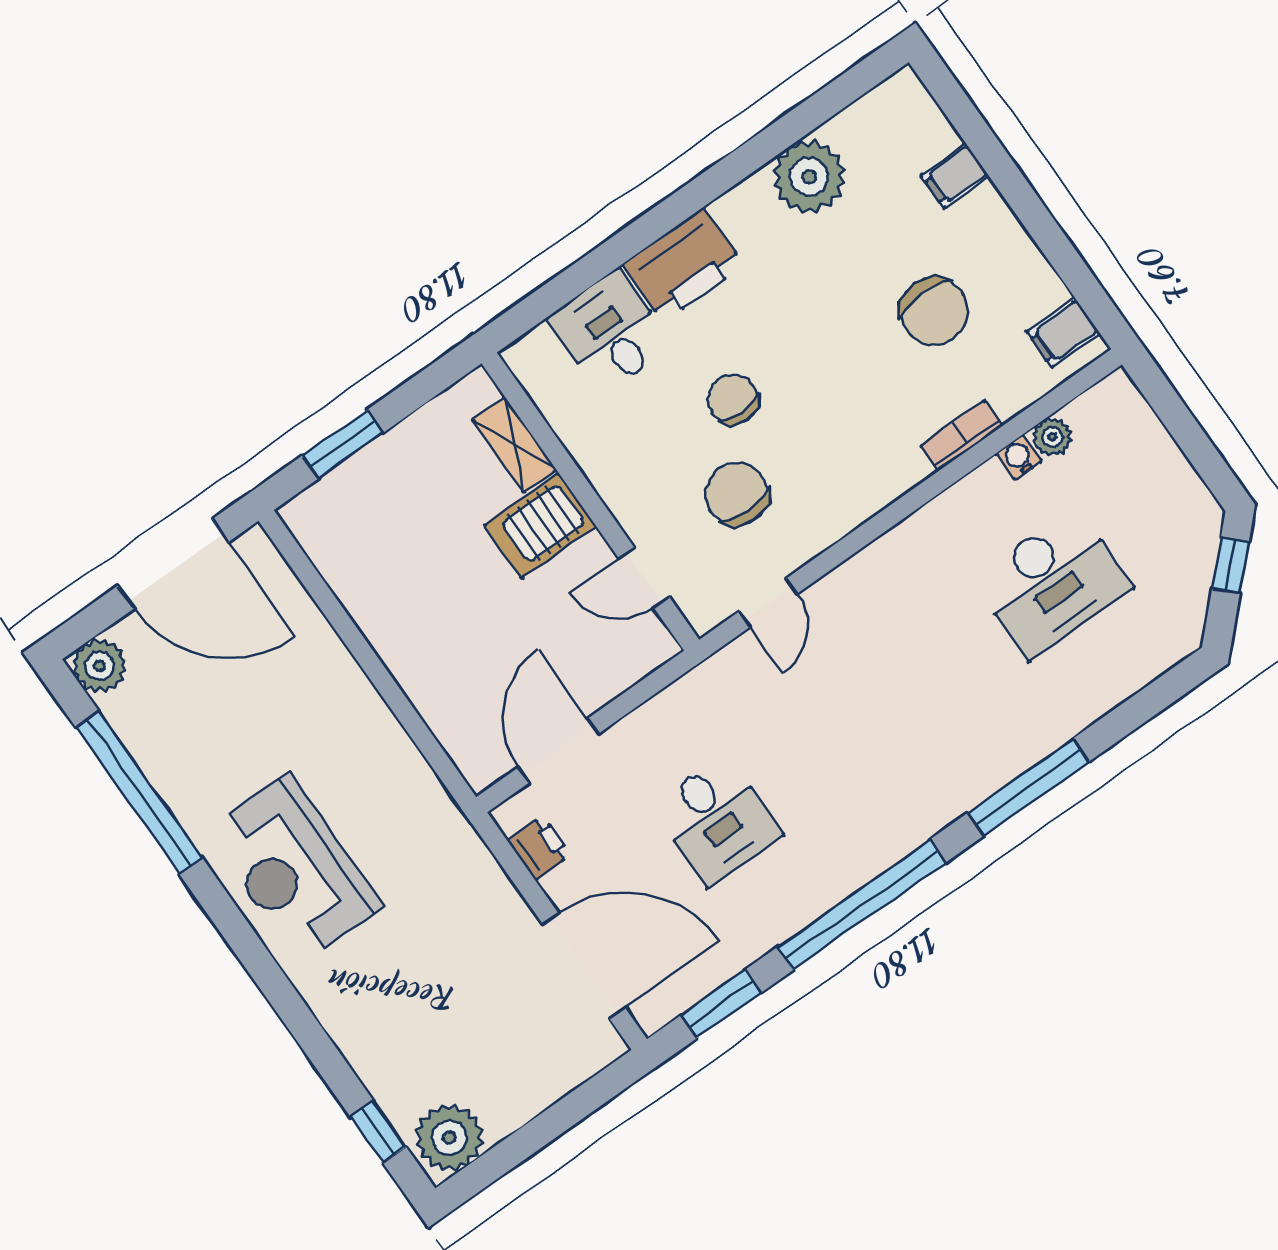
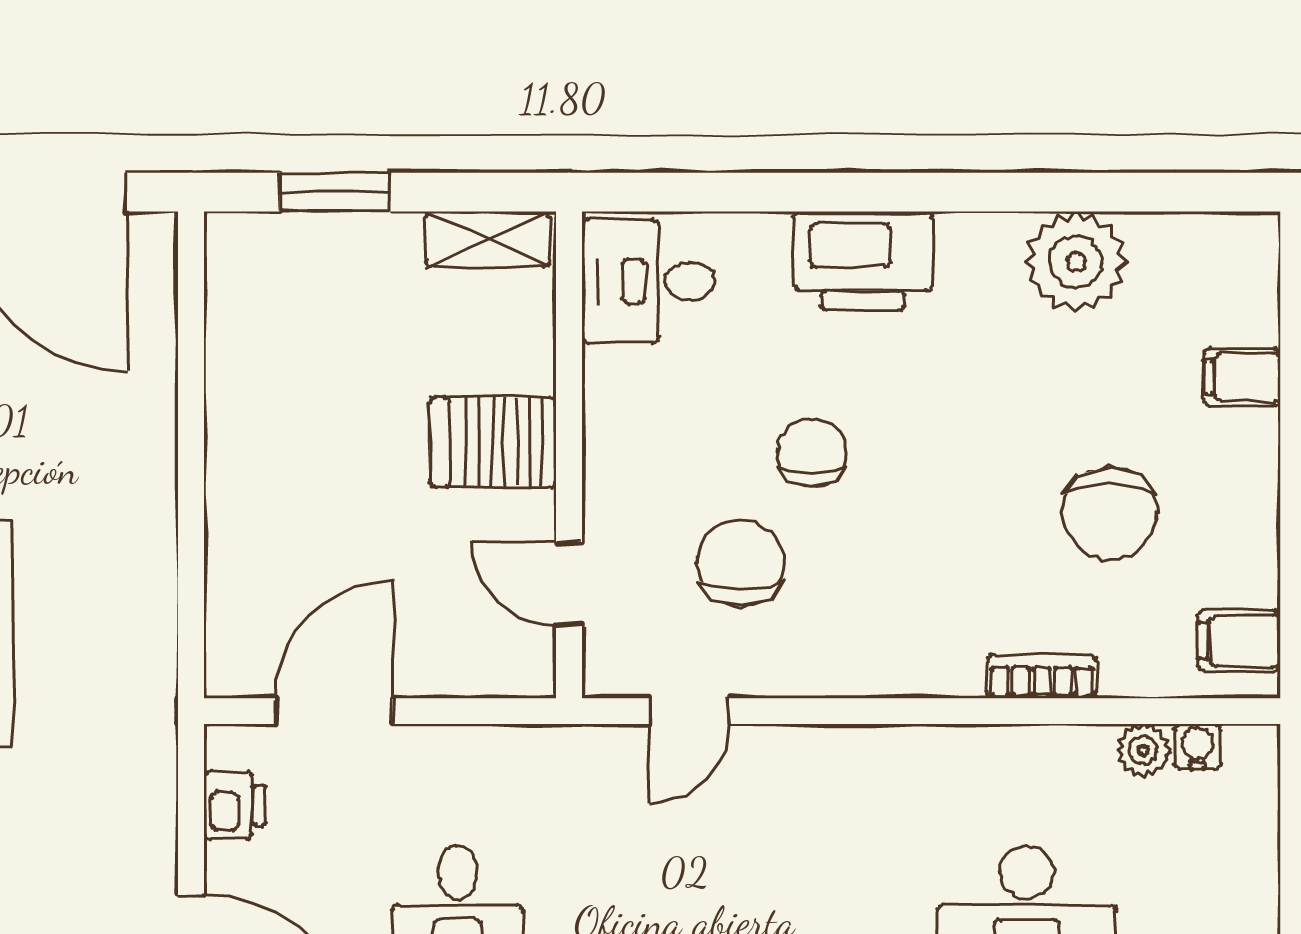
desk: (610, 332) -> (649, 281), moved, turned -90
shelving: (514, 445) -> (488, 239), moved, turned 90
water cooler: (1019, 457) -> (1198, 747), moved

